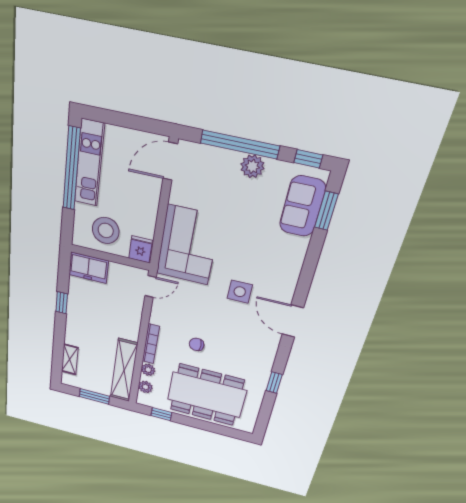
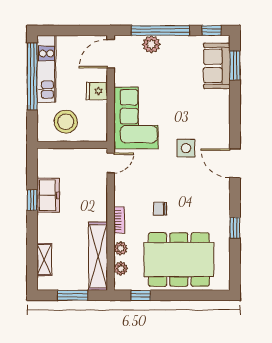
plant: (252, 166) -> (151, 44), moved
fridge: (141, 249) -> (97, 91), moved, turned -90
freezer: (89, 268) -> (48, 195), moved, turned -90
bookcase: (151, 344) -> (119, 220), width x0.64

